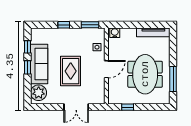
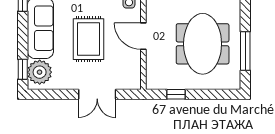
window: (28, 67) -> (23, 69), moved
door: (106, 69) -> (143, 36), swing flipped

